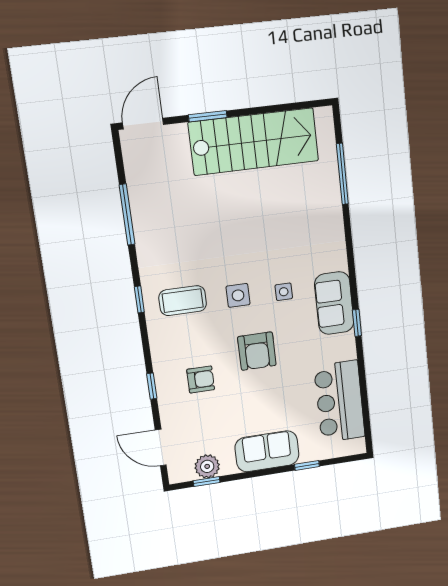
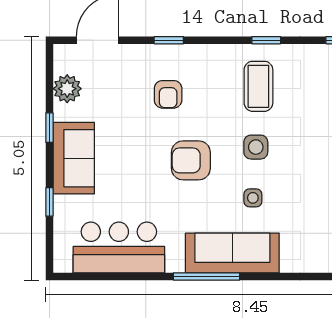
sofa: (334, 303) -> (232, 253), width x1.36
window: (357, 323) -> (206, 276), width x2.17
window: (207, 482) -> (49, 128), moved

